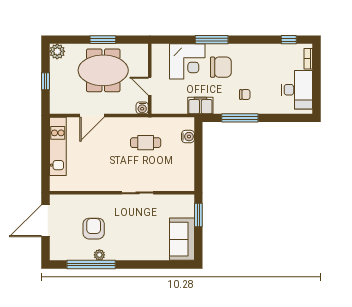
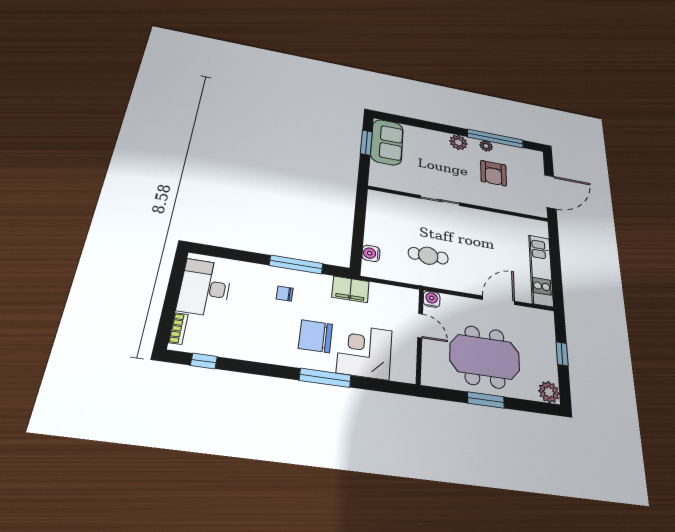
window: (198, 215) -> (366, 143), moved
plant: (123, 253) -> (458, 142), added

